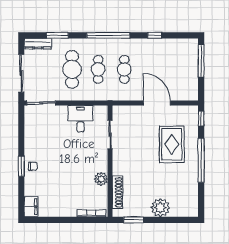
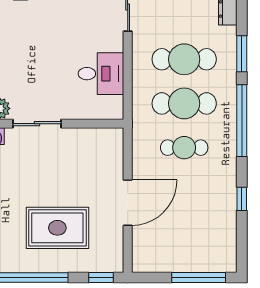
window: (57, 35) -> (242, 54), moved
cafe table: (98, 69) -> (184, 103), width x1.37, depth x1.35
sliding door: (110, 135) -> (37, 124), moved

